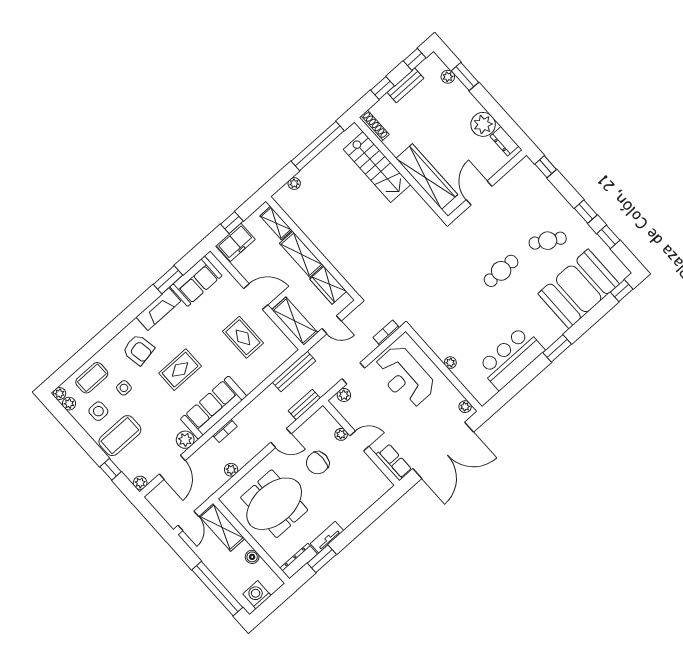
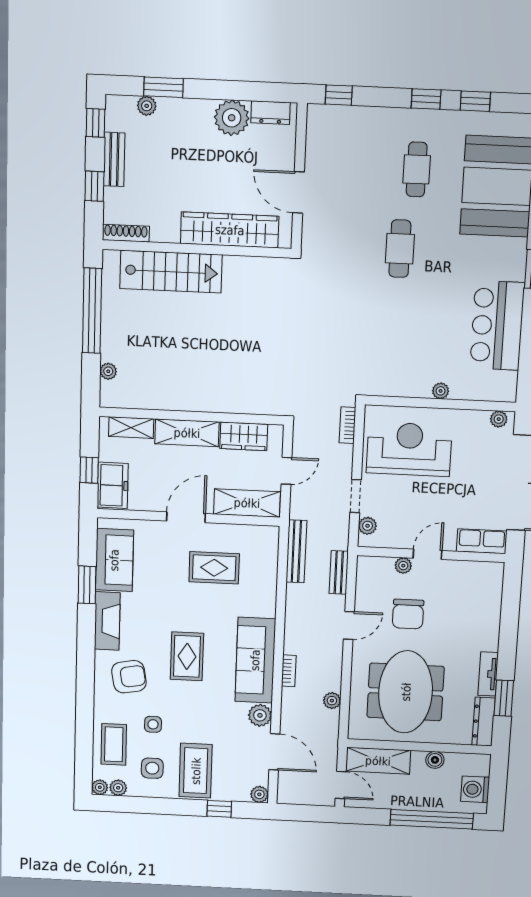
cafe table: (548, 241) -> (417, 169), turned -31
reception desk: (405, 377) -> (409, 449), turned 180

